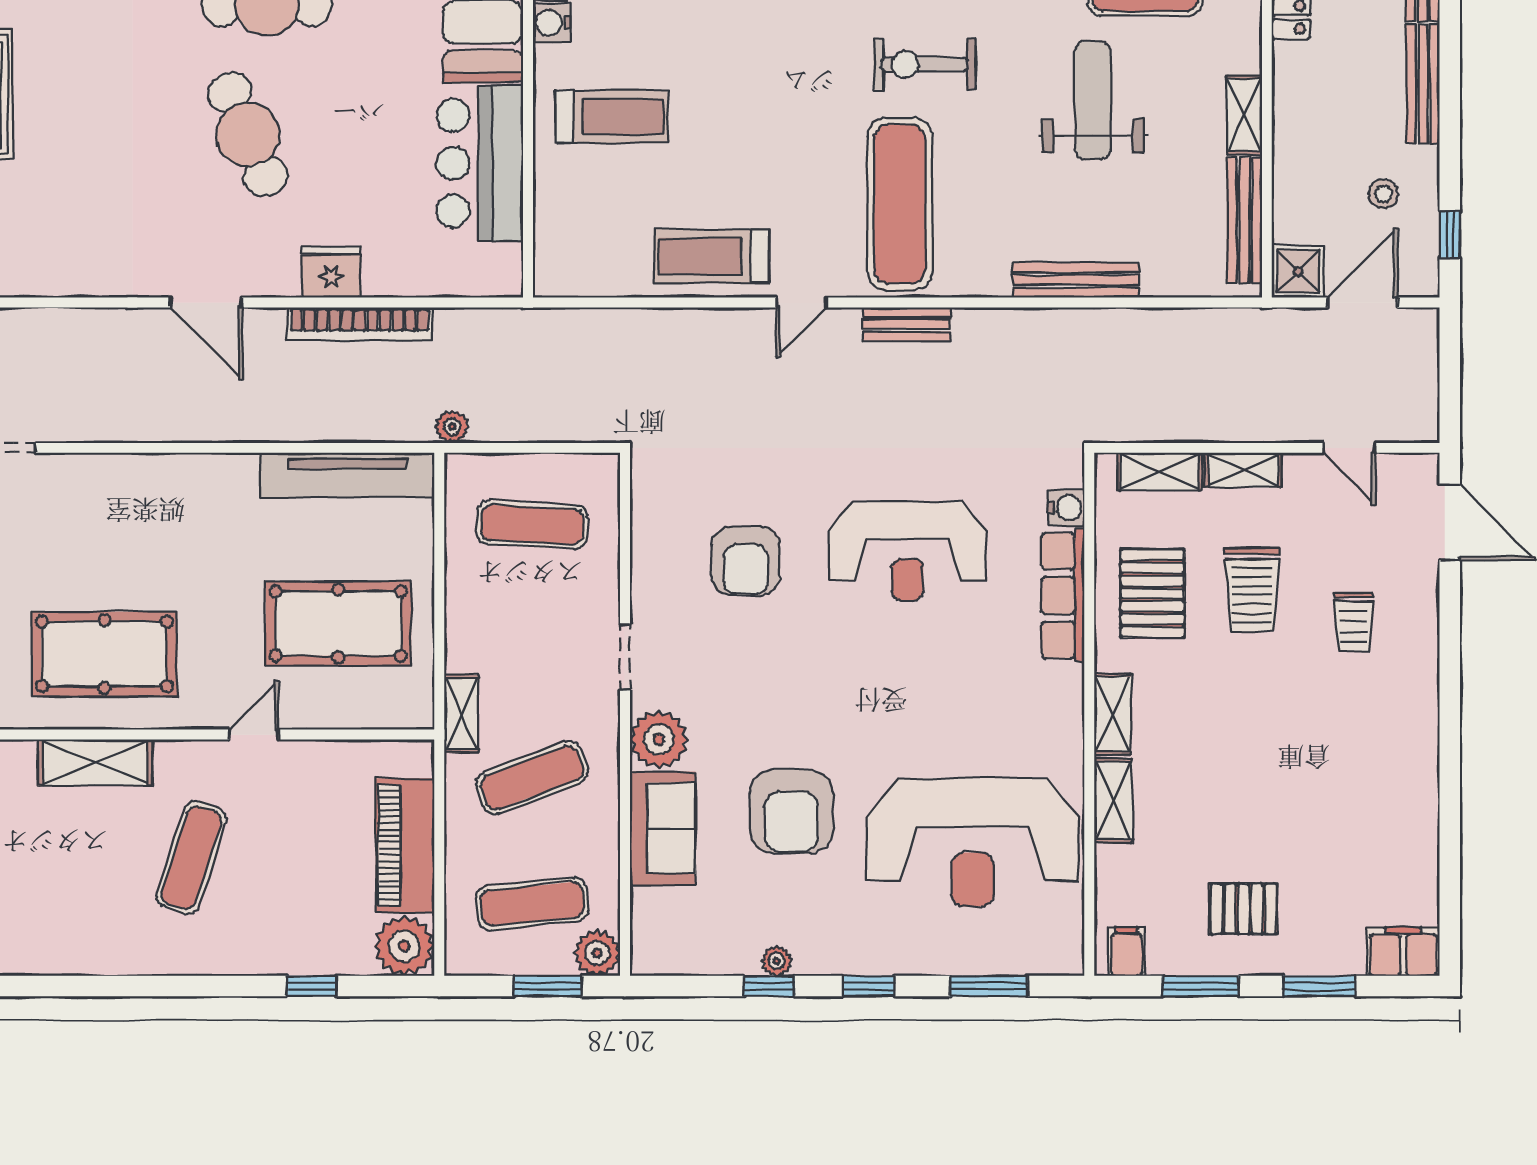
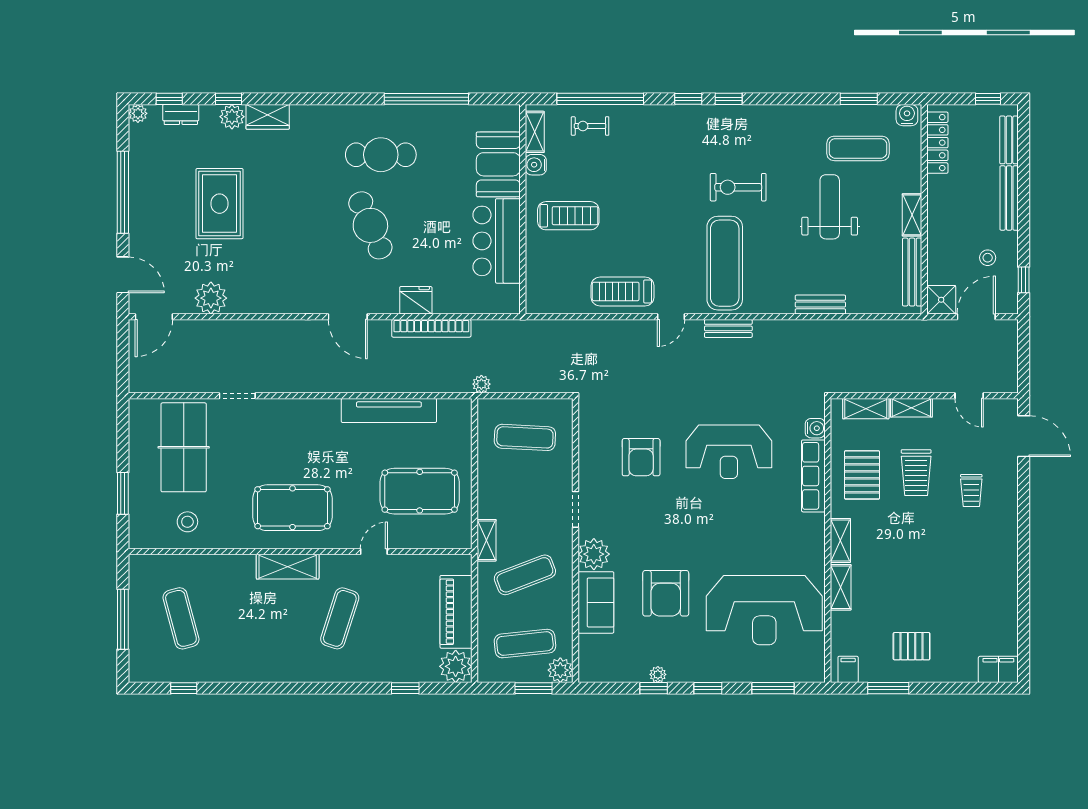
bench: (1076, 280) -> (820, 305), width x0.73
tv unit: (347, 475) -> (389, 410), moved
window: (1319, 986) -> (953, 688), removed

